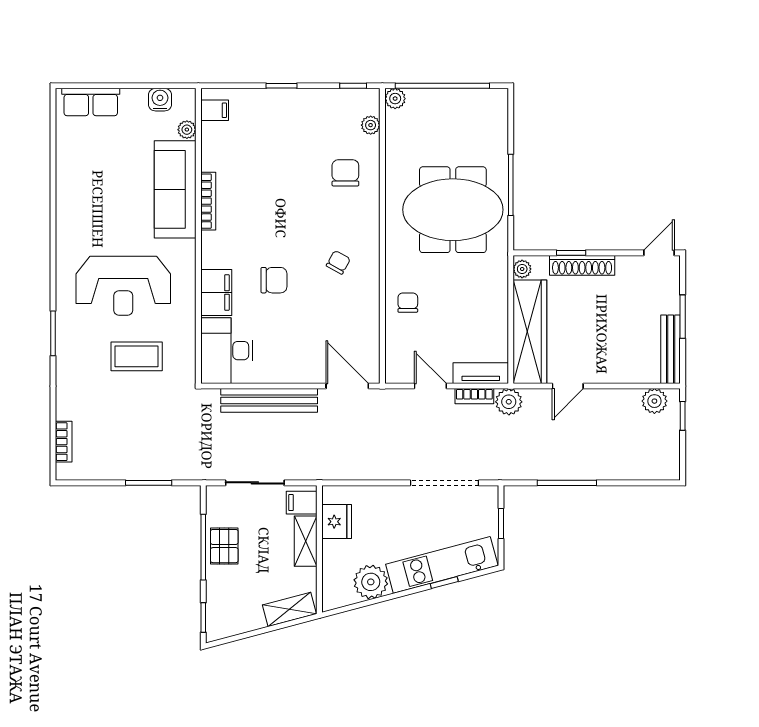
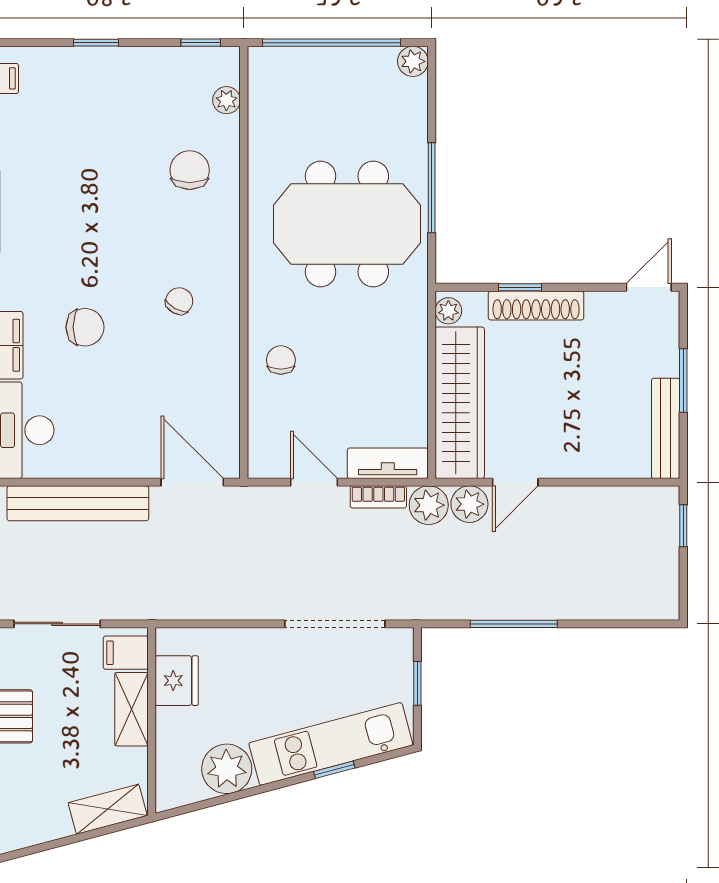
plant: (395, 99) -> (413, 61), moved
plant: (654, 401) -> (469, 504), moved

